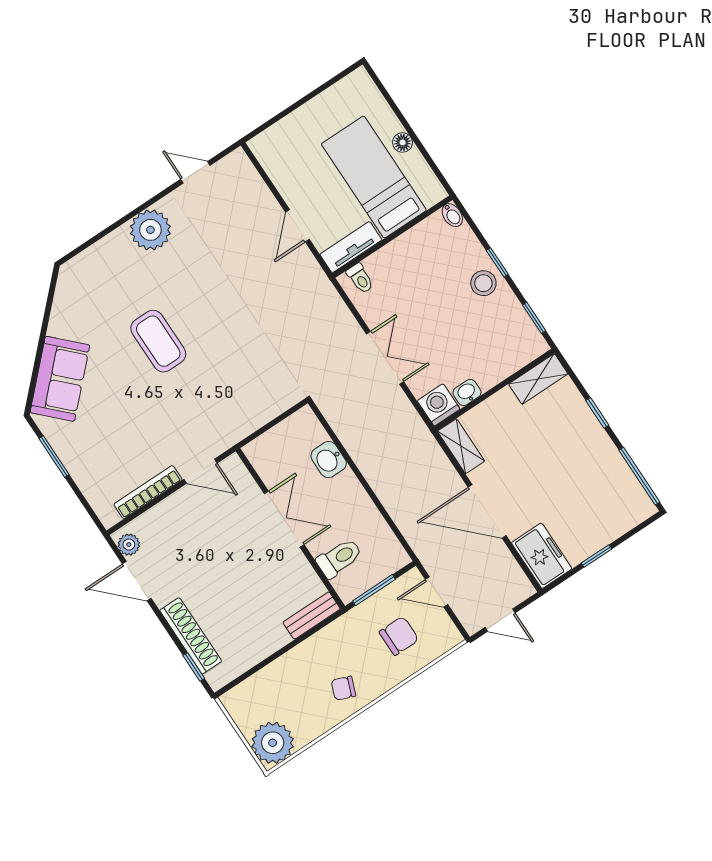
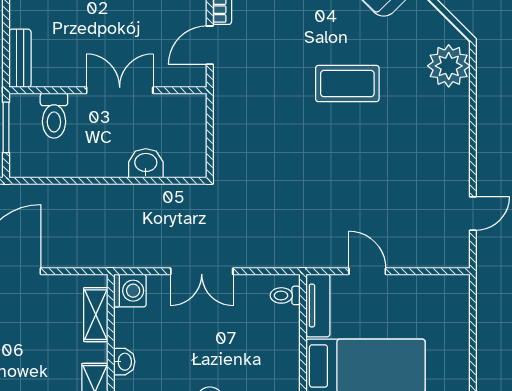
plant: (150, 230) -> (449, 66), moved
washbasin: (467, 392) -> (124, 362), moved
shelving: (461, 446) -> (96, 315), moved, turned 90
double door: (284, 519) -> (120, 90), swing flipped

